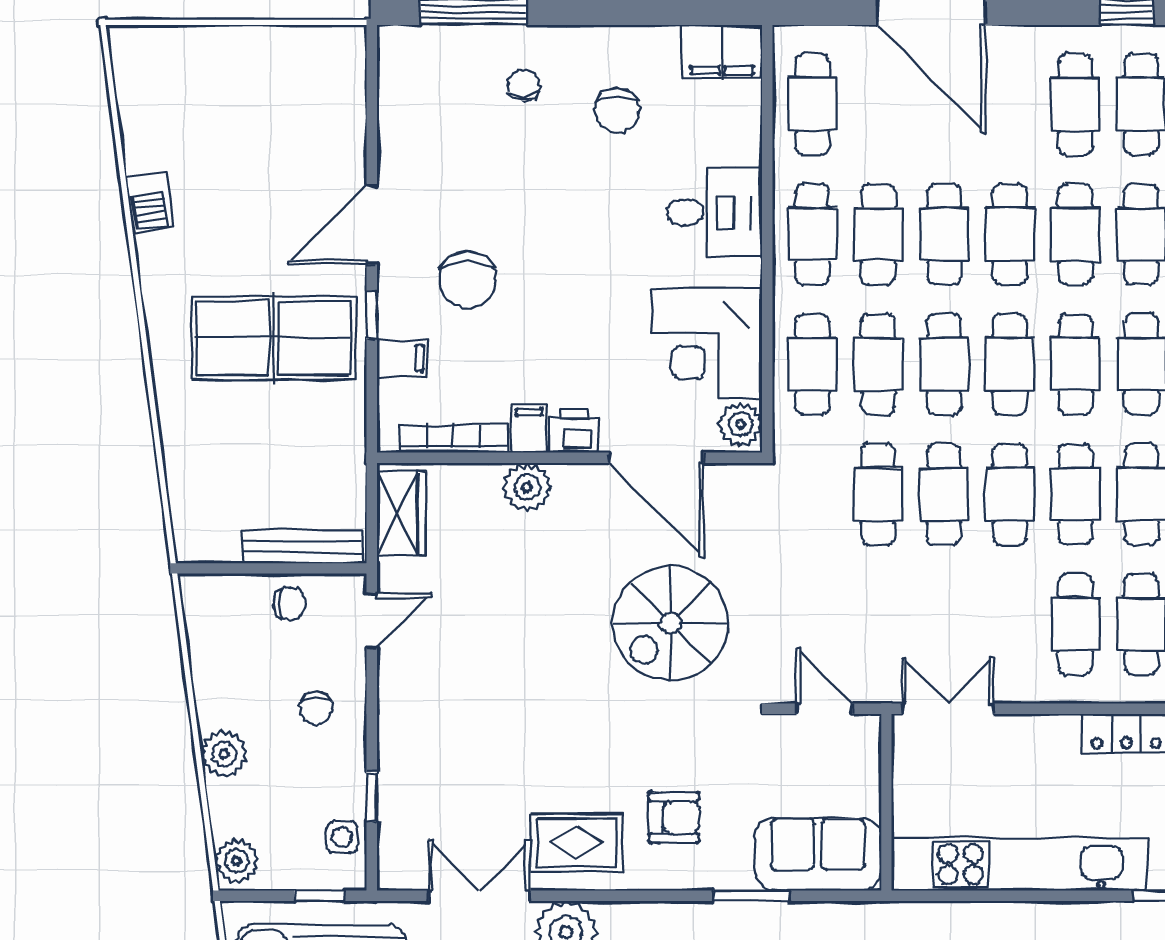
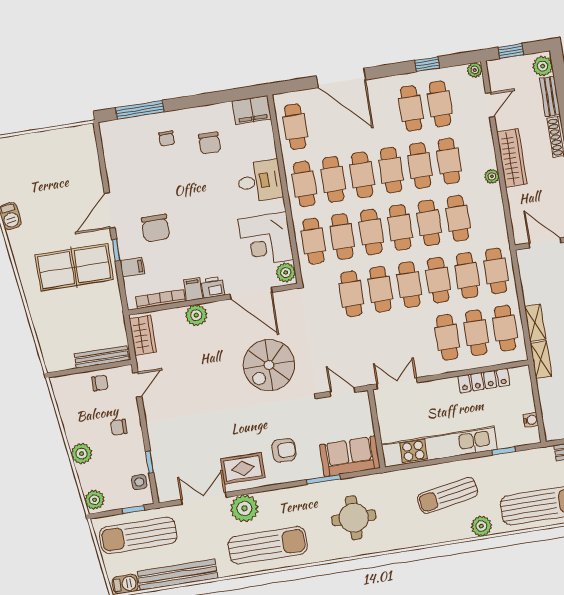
chair: (523, 85) -> (167, 138), turned 180
chair: (316, 708) -> (119, 427), turned 90

